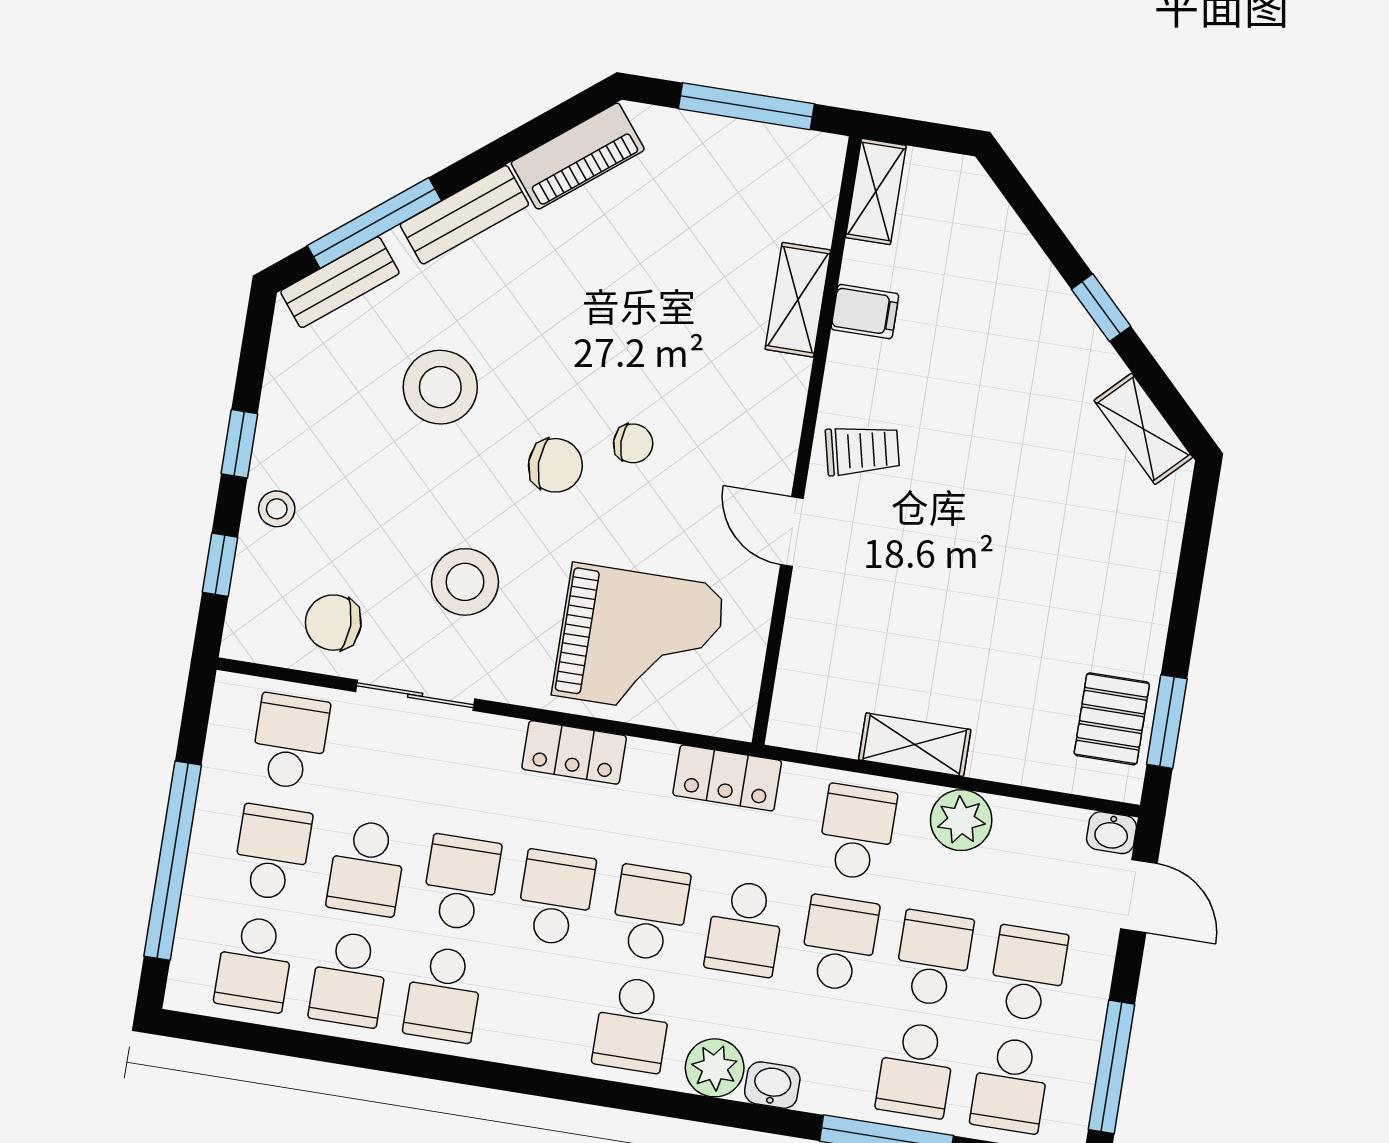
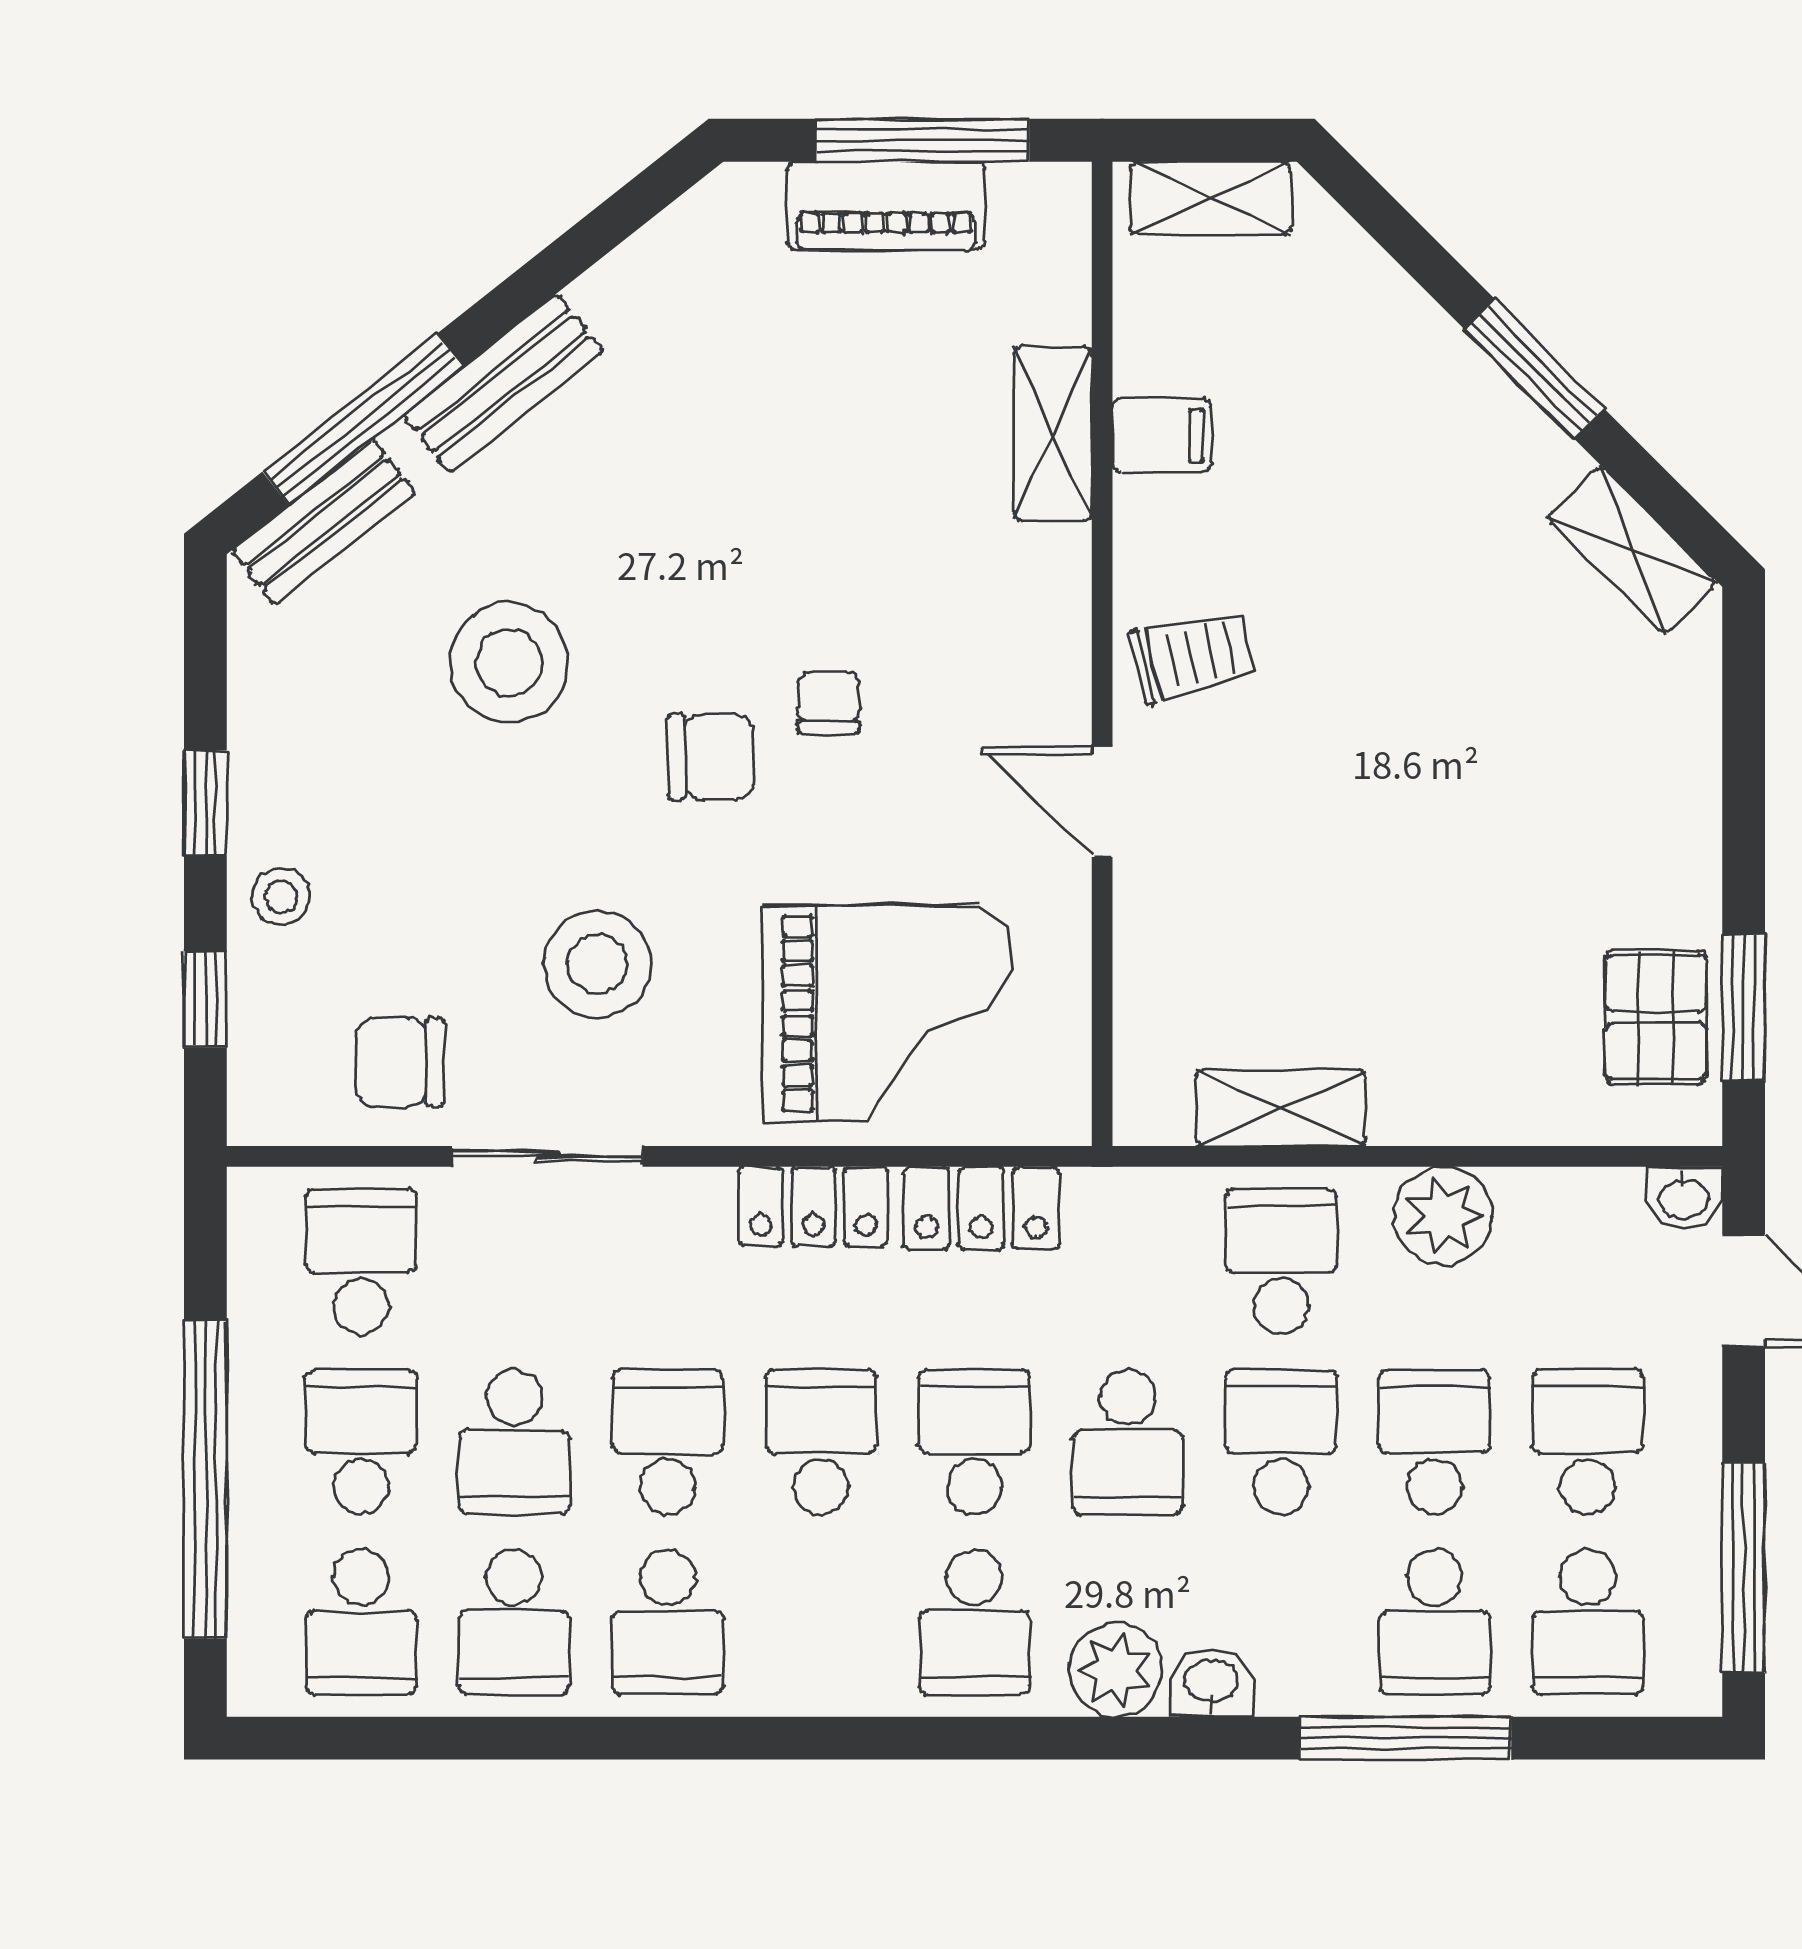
piano: (578, 156) -> (886, 206), moved, turned 38
shelving: (876, 191) -> (1210, 198), moved, turned 90
window: (1101, 308) -> (1535, 369), width x1.50
chair: (633, 443) -> (828, 703), turned -90
shelving: (915, 745) -> (1281, 1108), moved
locker: (727, 778) -> (981, 1208), moved

